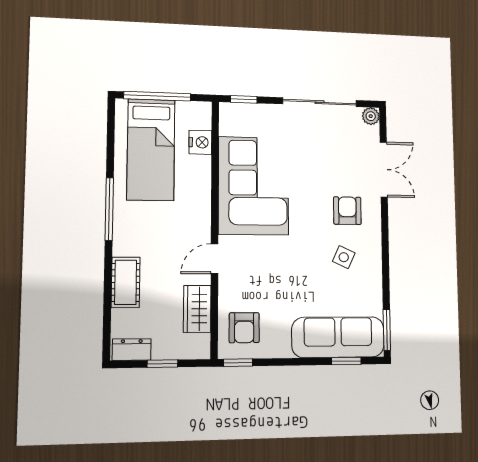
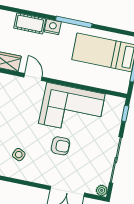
nightstand: (200, 142) -> (53, 27), moved, turned 180
armchair: (347, 211) -> (60, 146), moved

